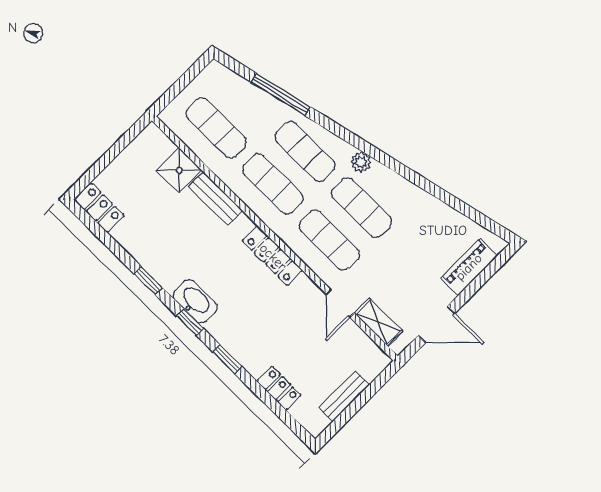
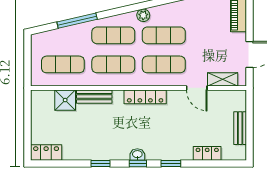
washbasin: (195, 301) -> (137, 154), width x0.52, depth x0.69

